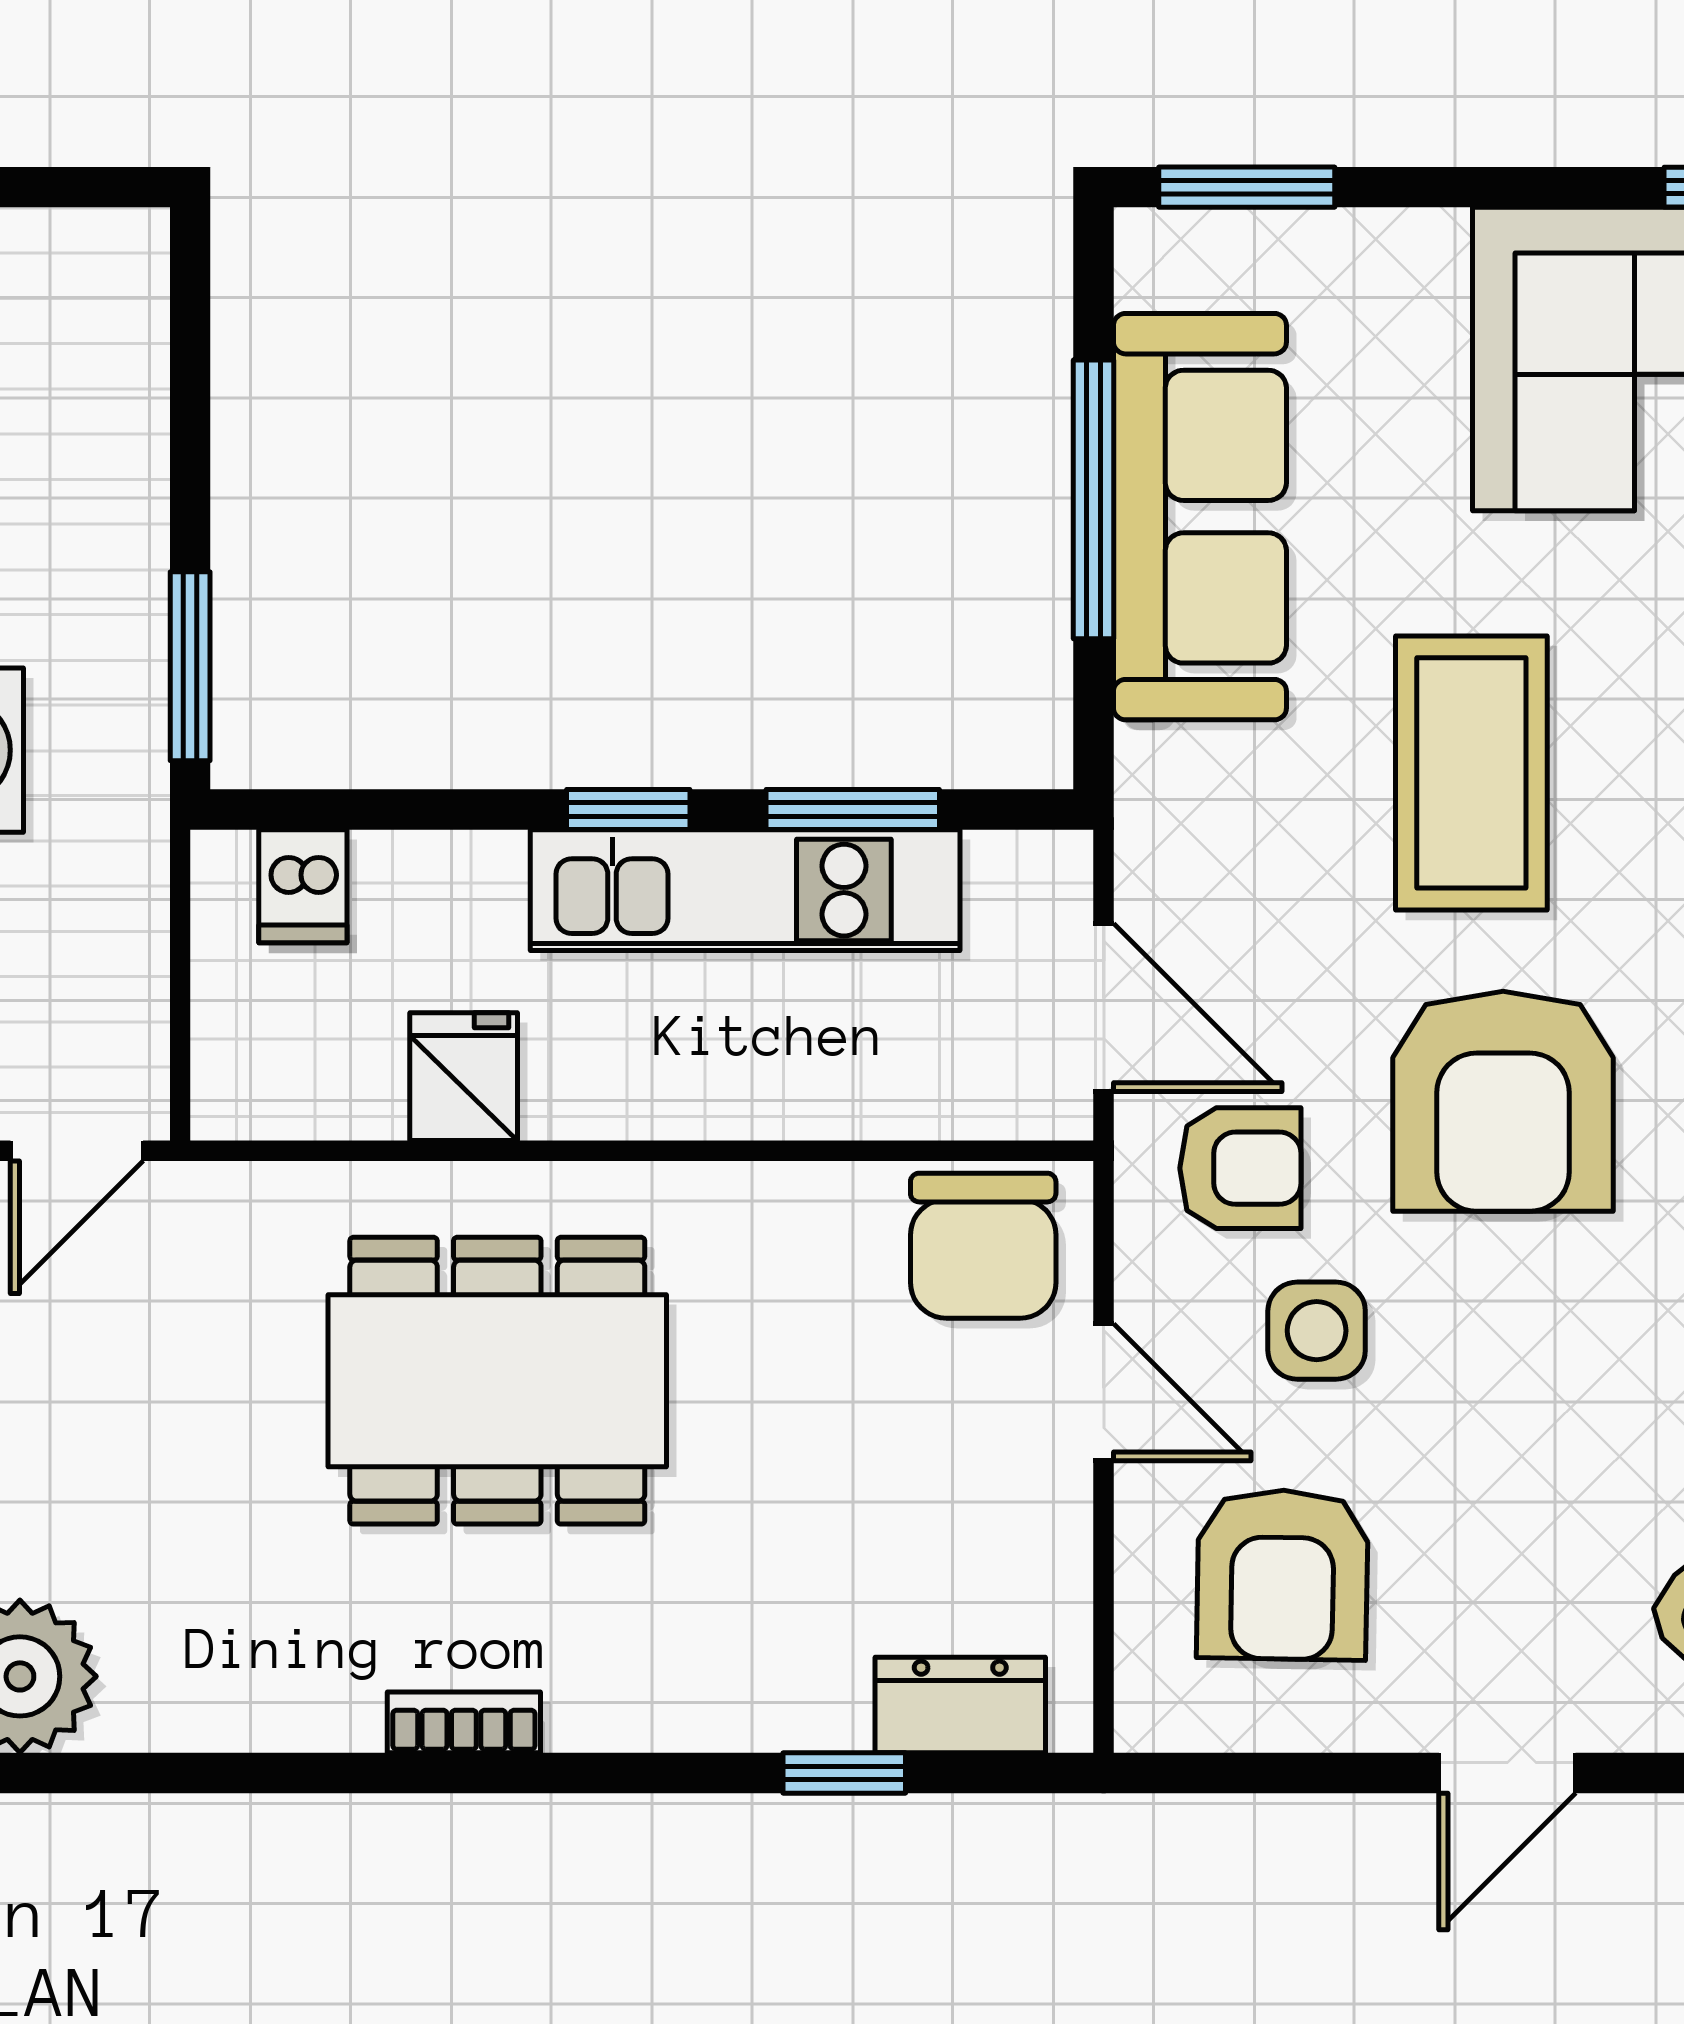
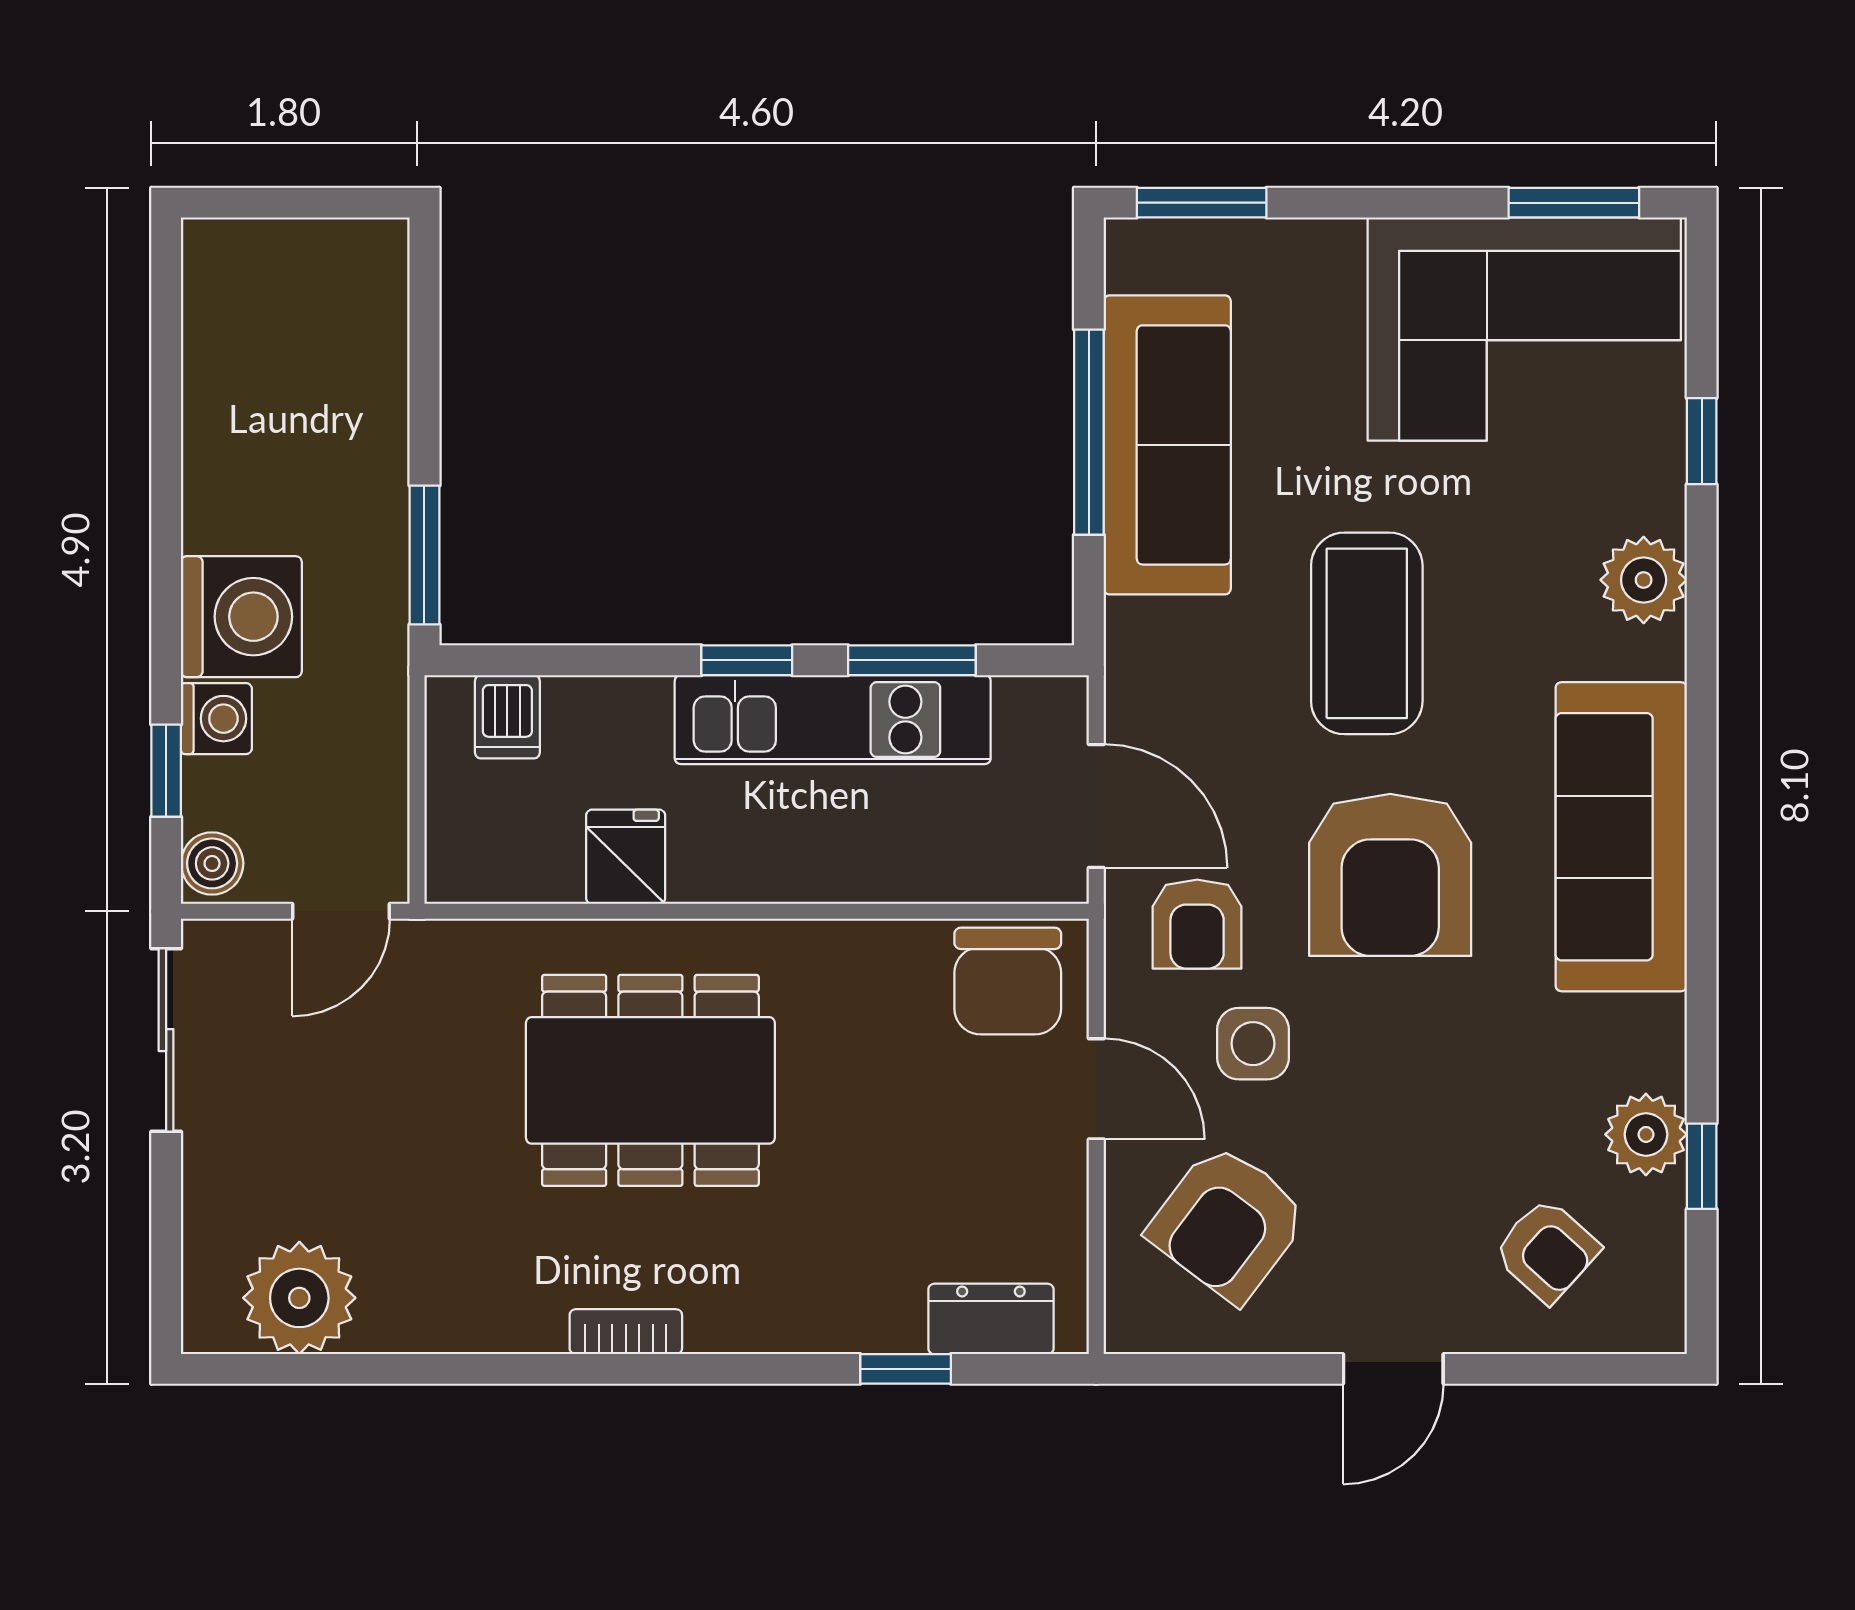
armchair: (1240, 1168) -> (1197, 924), turned 90
armchair: (1282, 1575) -> (1228, 1223), turned 36

